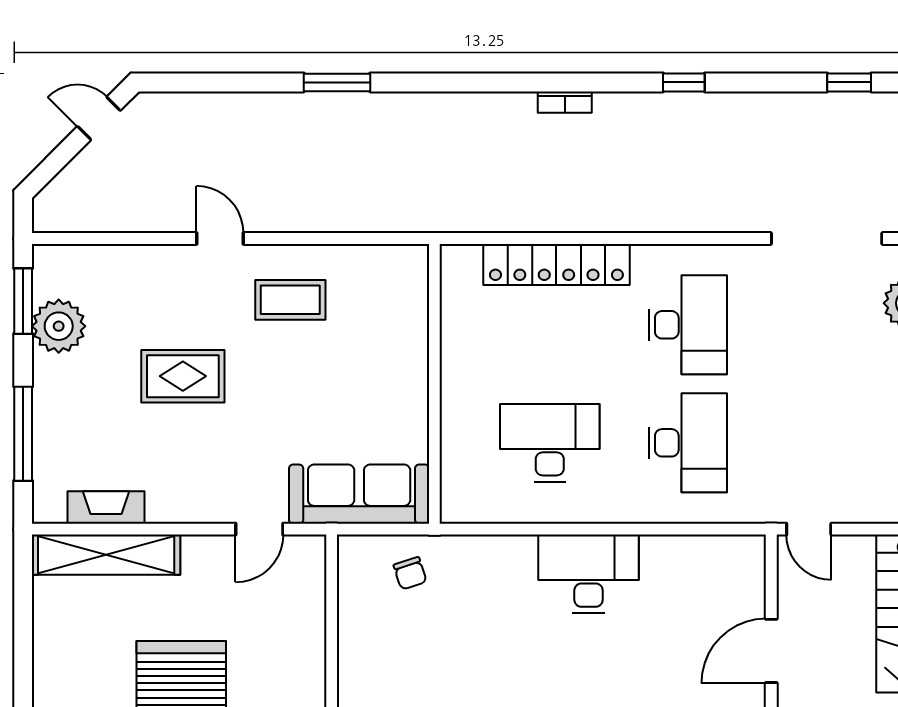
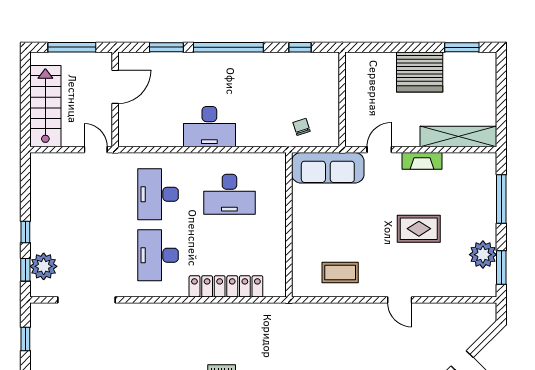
coffee table: (290, 300) -> (340, 272), moved
fireplace: (106, 507) -> (422, 161), moved

